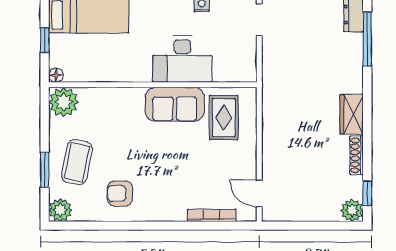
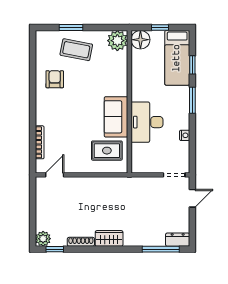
floor lamp: (56, 75) -> (140, 40), width x1.89, depth x1.89
plant: (60, 210) -> (43, 38), removed

